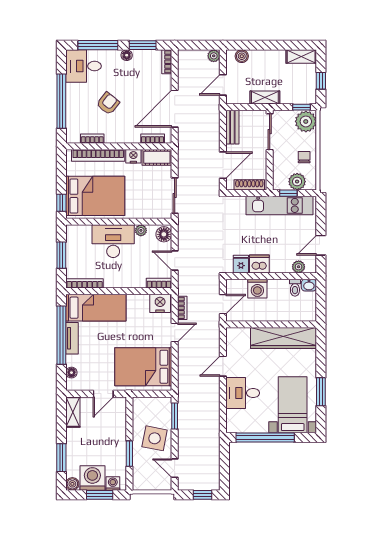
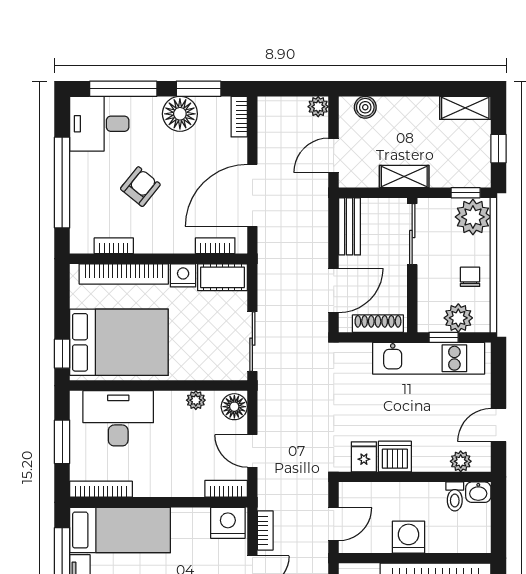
floor lamp: (127, 55) -> (180, 114), width x1.89, depth x1.89
desk: (113, 241) -> (118, 418), moved
washing machine: (257, 289) -> (408, 537), moved, turned 180

